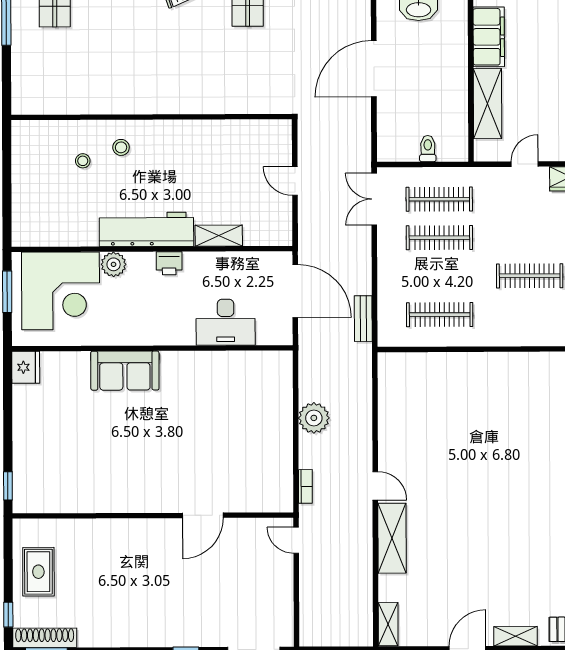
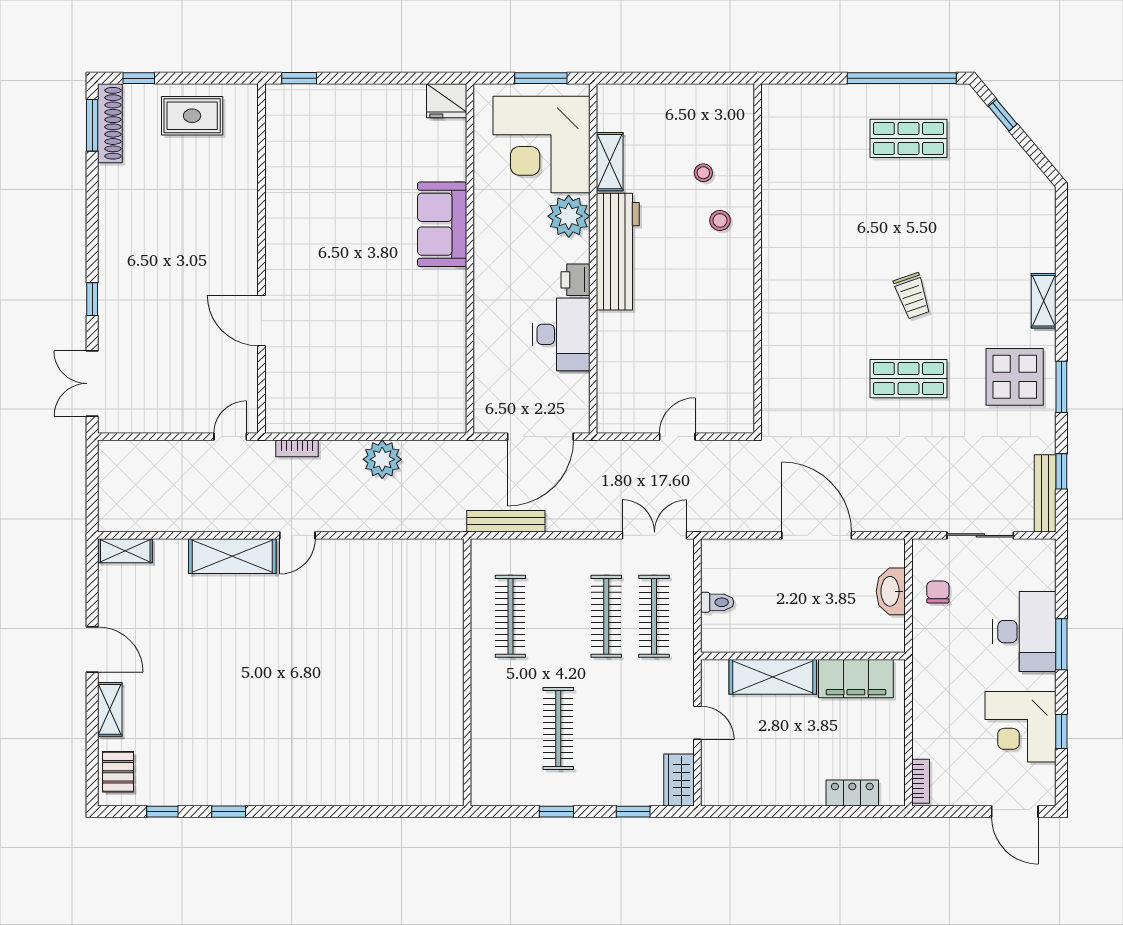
shelving: (219, 236) -> (610, 162), moved
plant: (114, 264) -> (569, 216), width x1.36, depth x1.36
bench: (363, 319) -> (506, 521), width x1.36
desk: (226, 322) -> (561, 334), moved, turned 180

